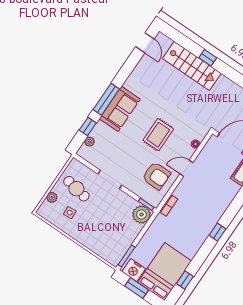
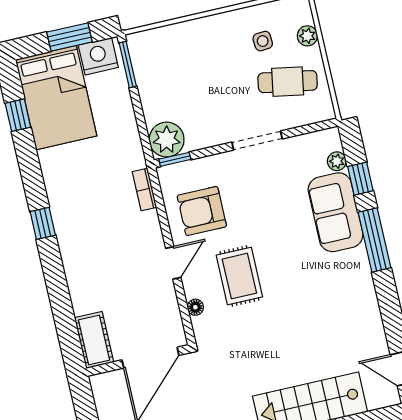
sofa: (120, 109) -> (336, 212), moved
rug: (158, 135) -> (239, 276), moved

